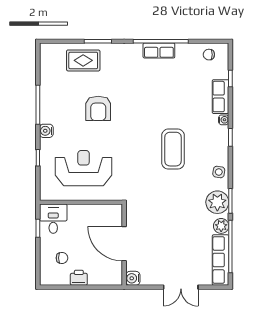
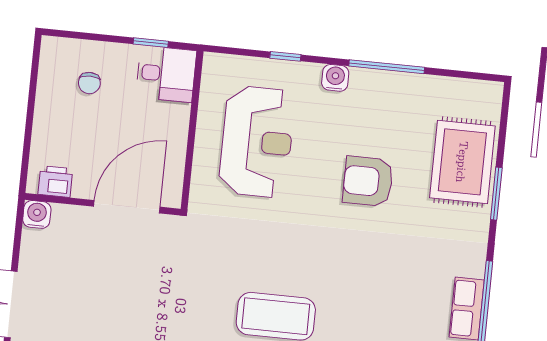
rug: (83, 60) -> (462, 162), width x1.36, depth x1.43
door: (124, 244) -> (127, 207), moved
printer: (79, 278) -> (55, 181), moved, turned -90

